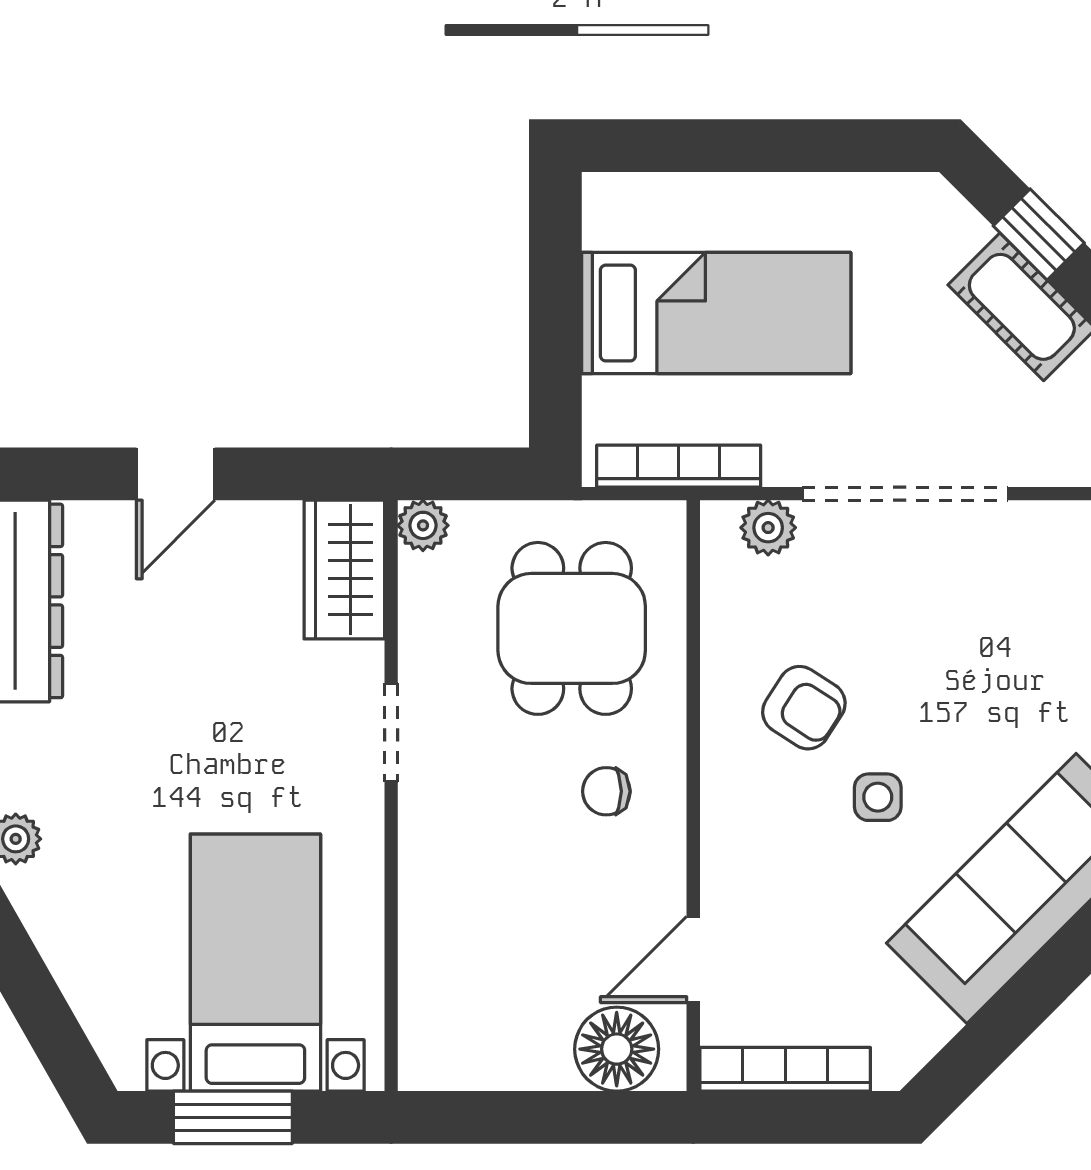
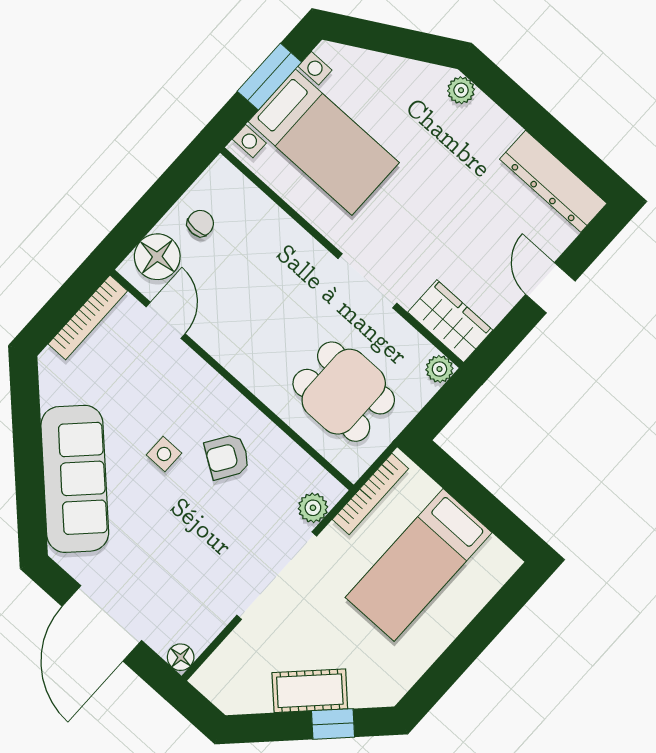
doorway: (391, 732) -> (367, 281), width x1.38
chair: (606, 791) -> (200, 223), moved

